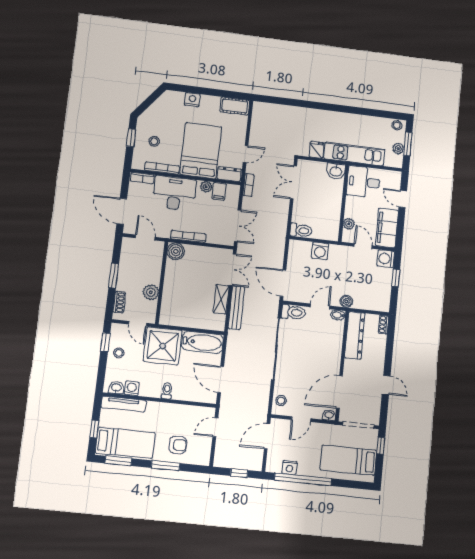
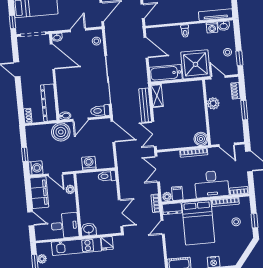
plant: (206, 187) -> (167, 197), moved
shelving: (221, 299) -> (157, 96), moved
boiler: (346, 301) -> (61, 132), width x1.86, depth x1.86
door: (339, 392) -> (52, 57), hinge flipped

